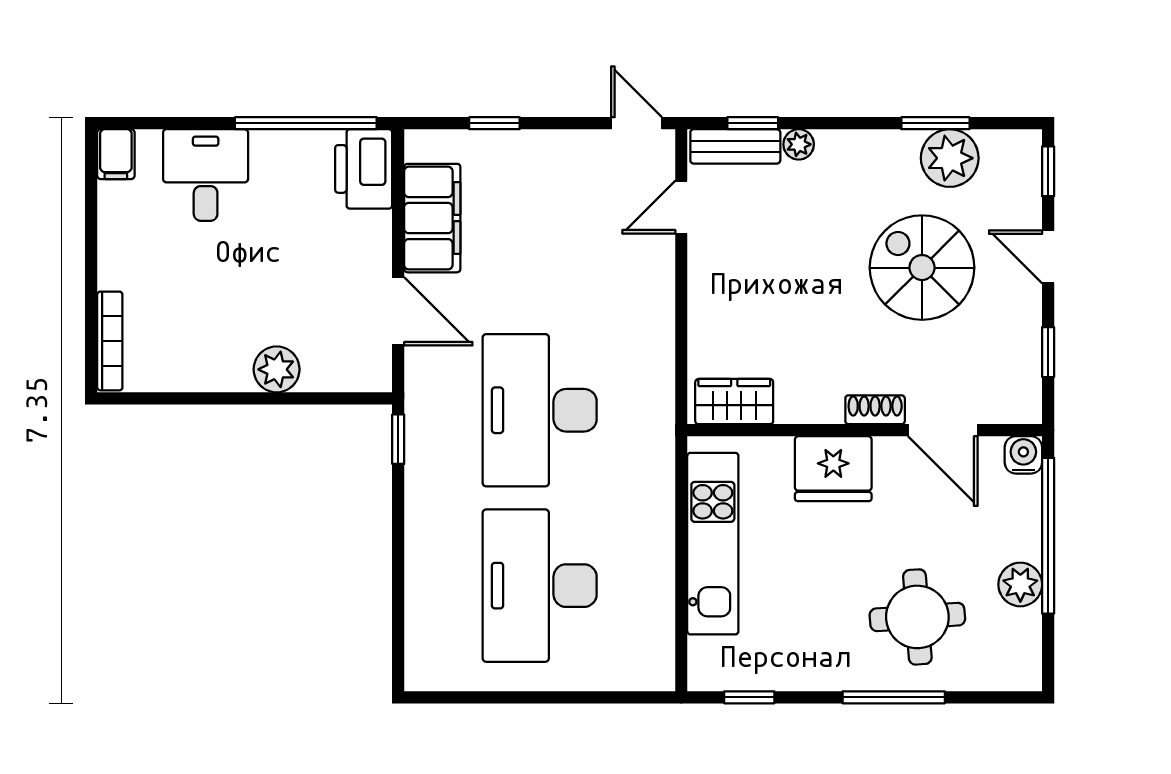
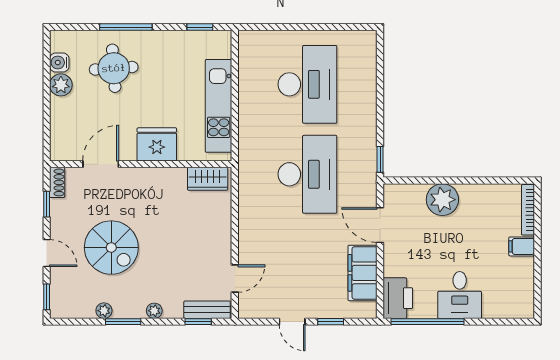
door: (637, 123) -> (292, 322), moved
window: (935, 123) -> (123, 322), moved
plant: (799, 144) -> (154, 311), moved
filing cabinet: (116, 154) -> (522, 246), moved, turned -90
plant: (950, 158) -> (104, 311), width x0.53, depth x0.53
desk: (206, 175) -> (460, 295), moved
plant: (277, 369) -> (442, 200), width x1.36, depth x1.36
shoe rack: (875, 410) -> (57, 182), moved, turned -90
door: (943, 430) -> (101, 164), hinge flipped
water cooler: (1023, 455) -> (59, 63), moved, turned 90
window: (1048, 536) -> (47, 110), removed

